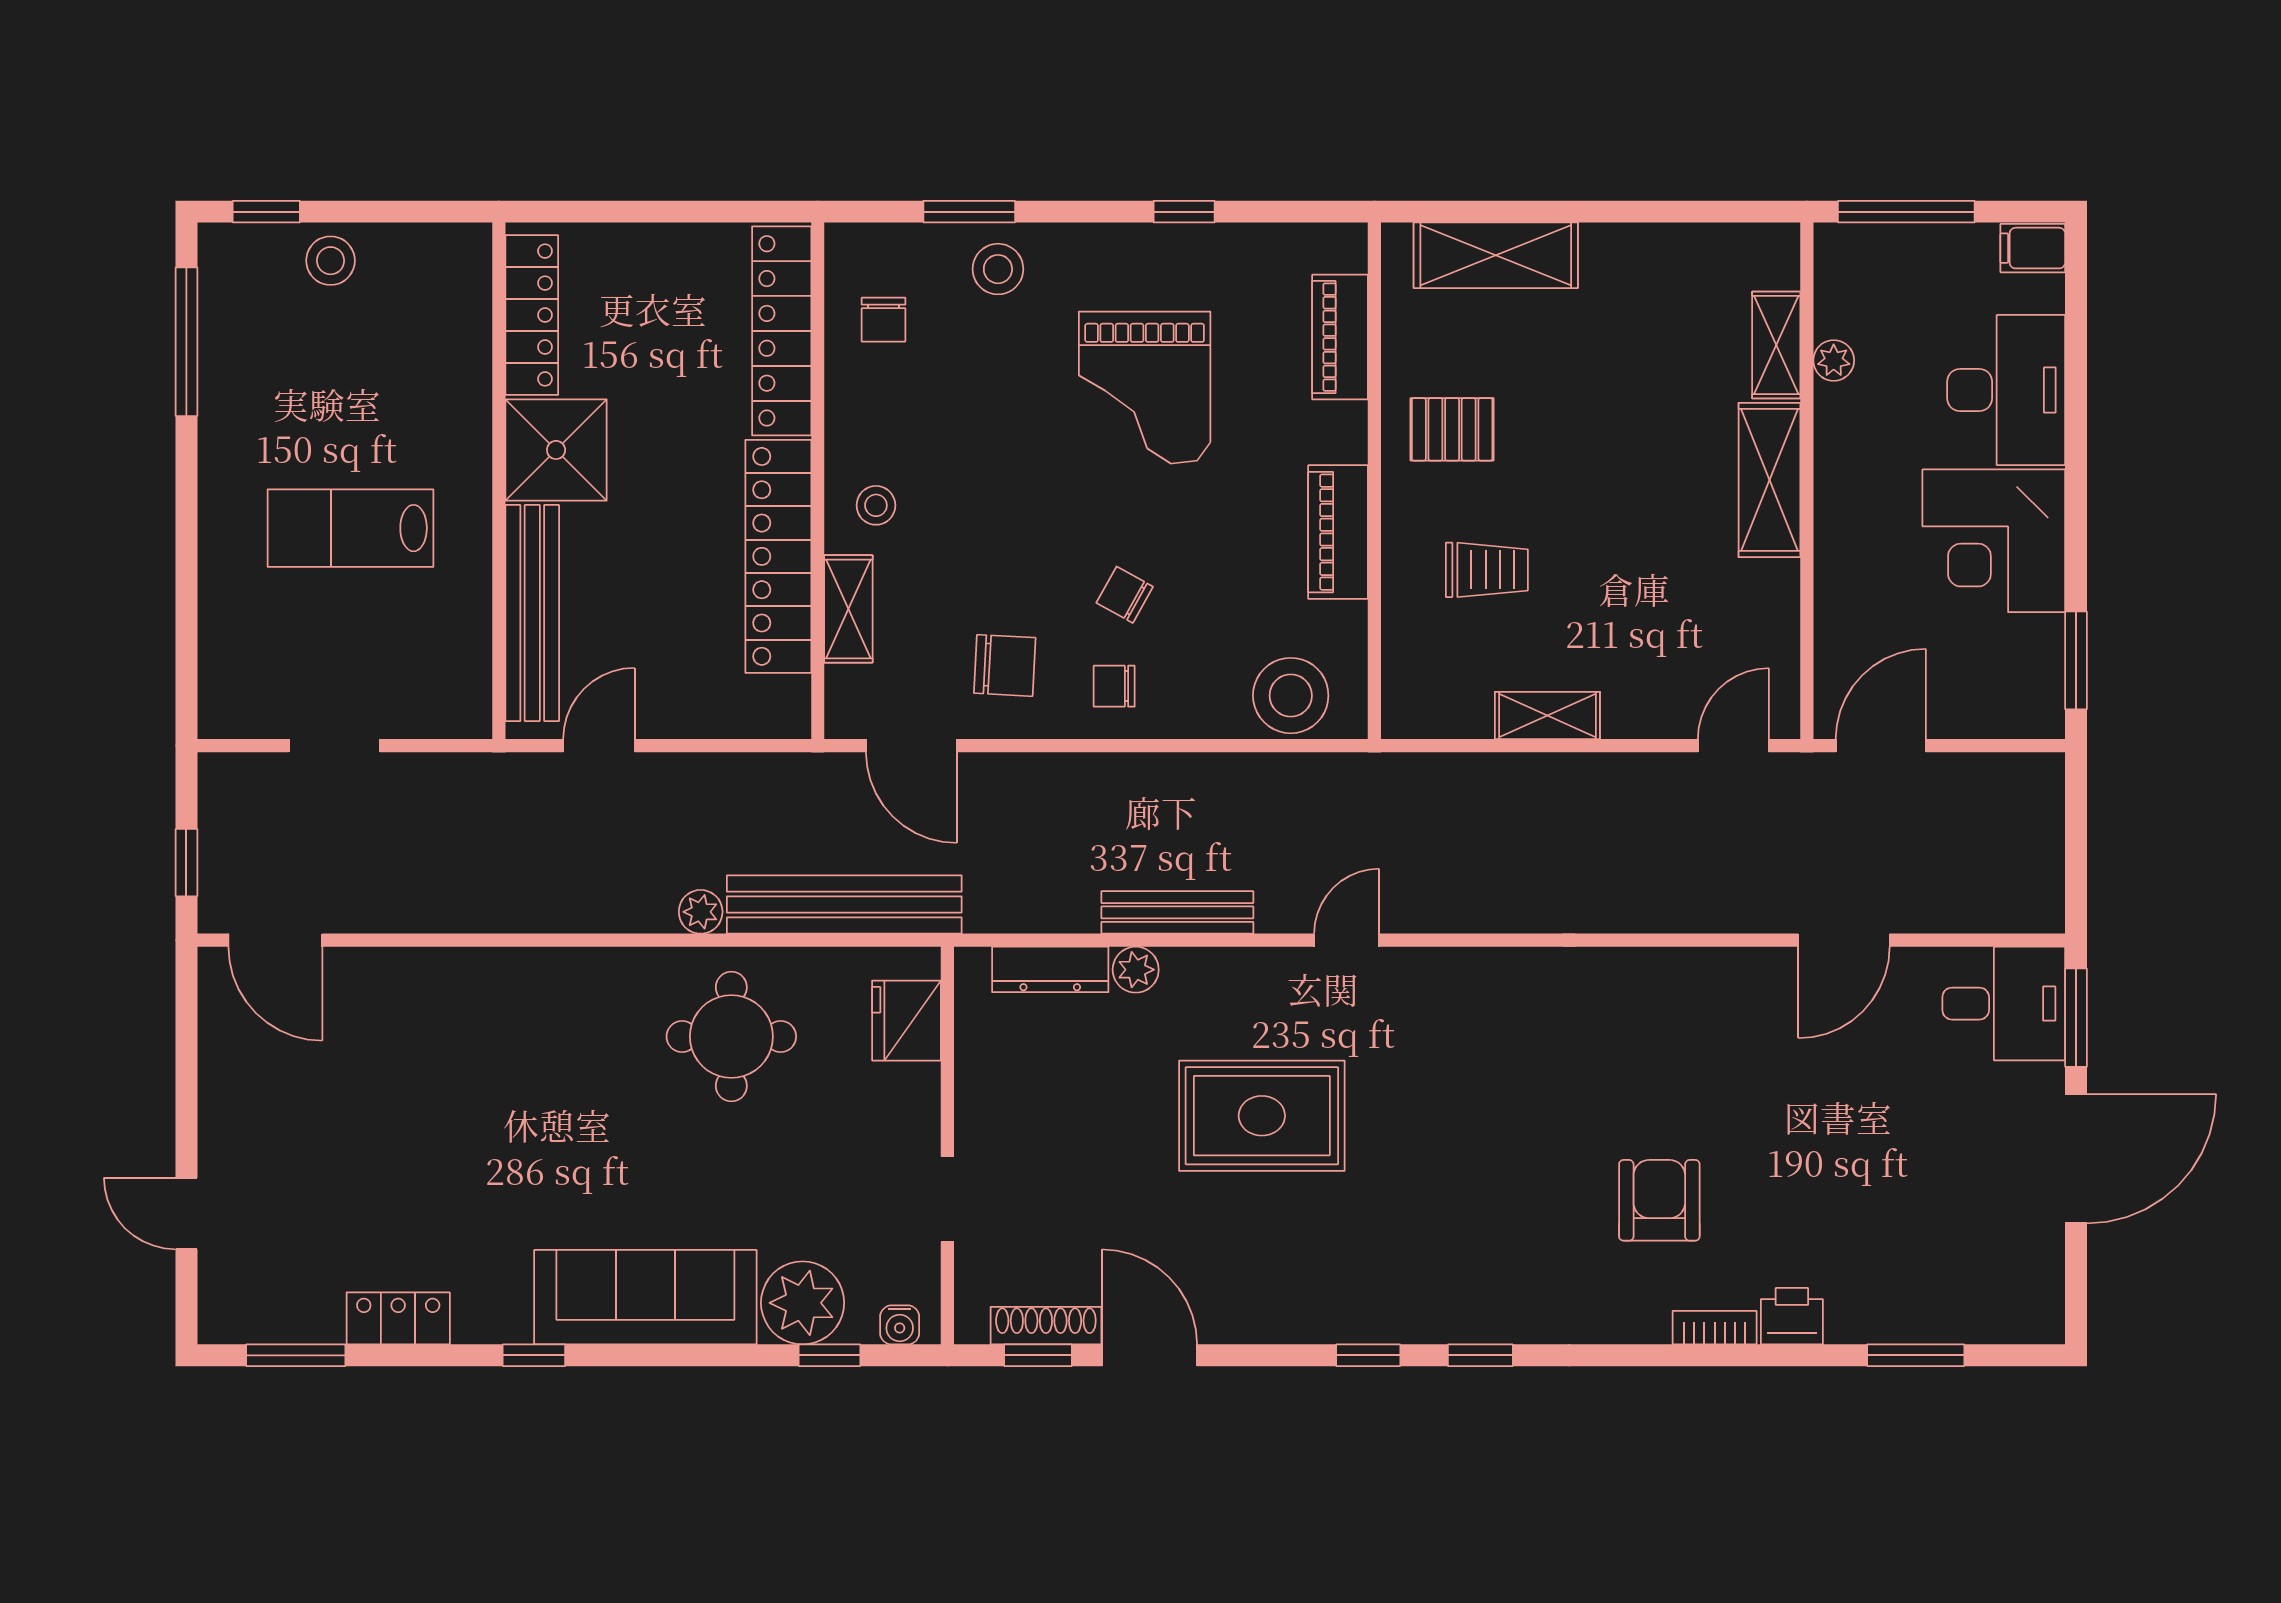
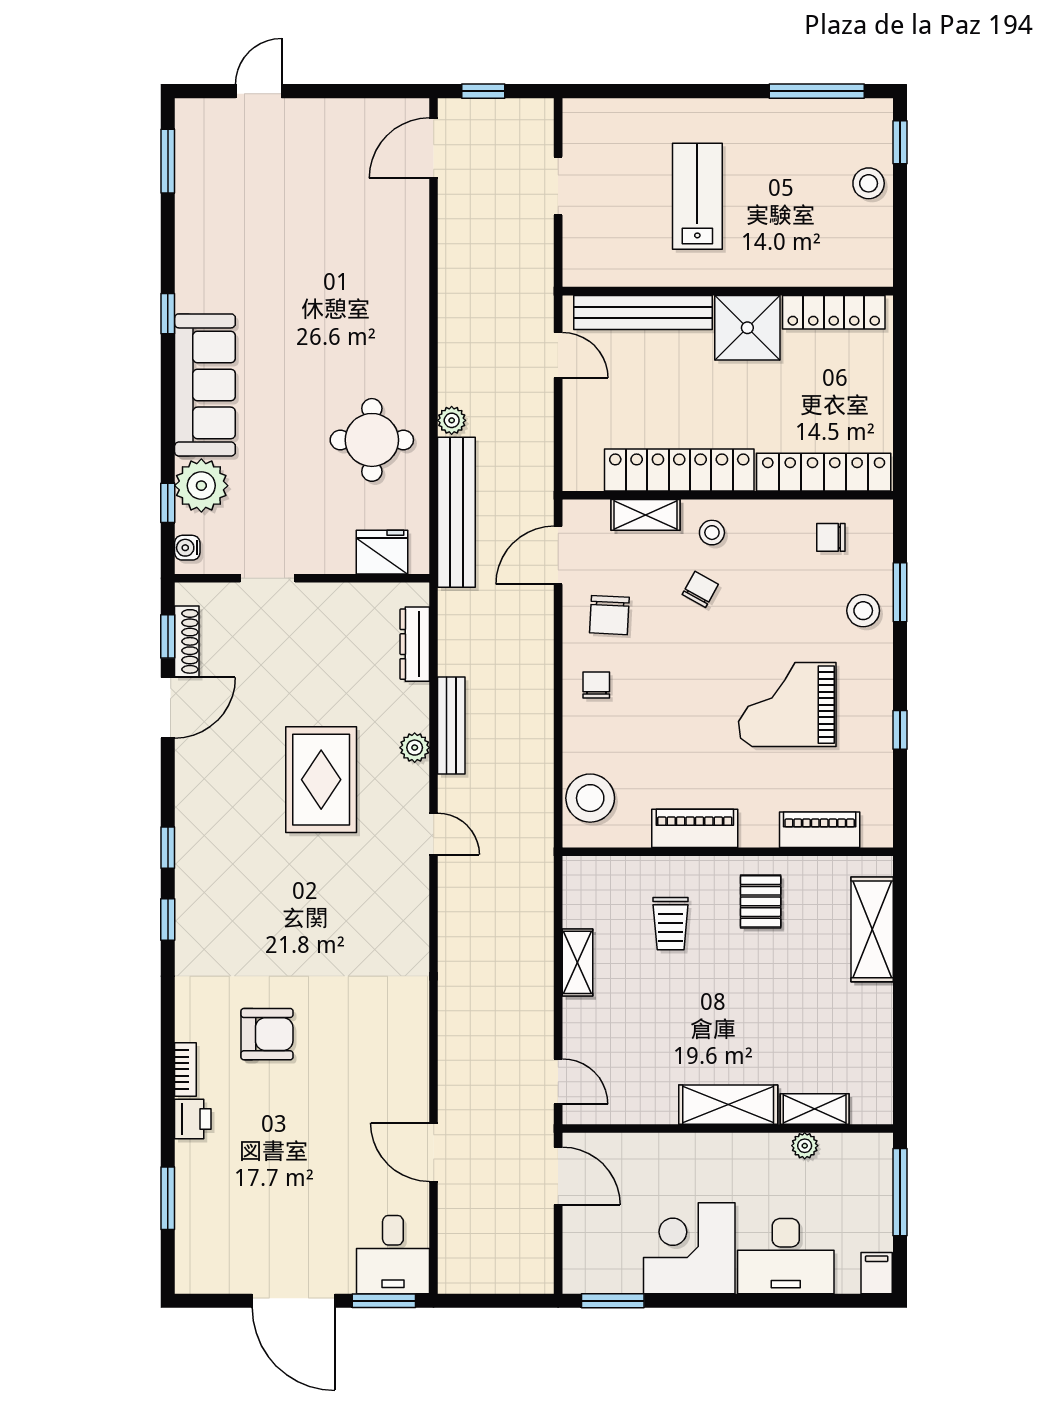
chair: (1125, 595) -> (700, 589), moved
plant: (1136, 970) -> (415, 748), moved
locker: (398, 1318) -> (191, 227), removed

